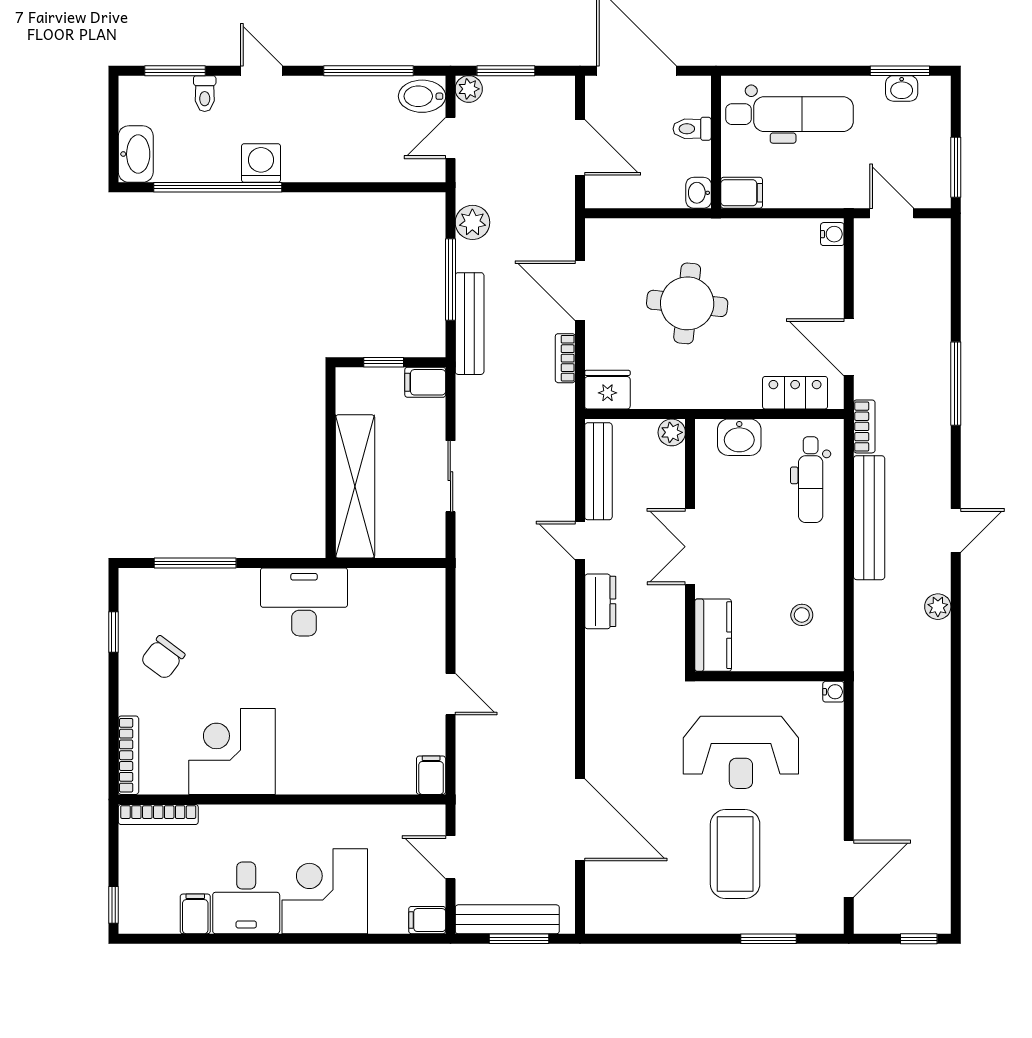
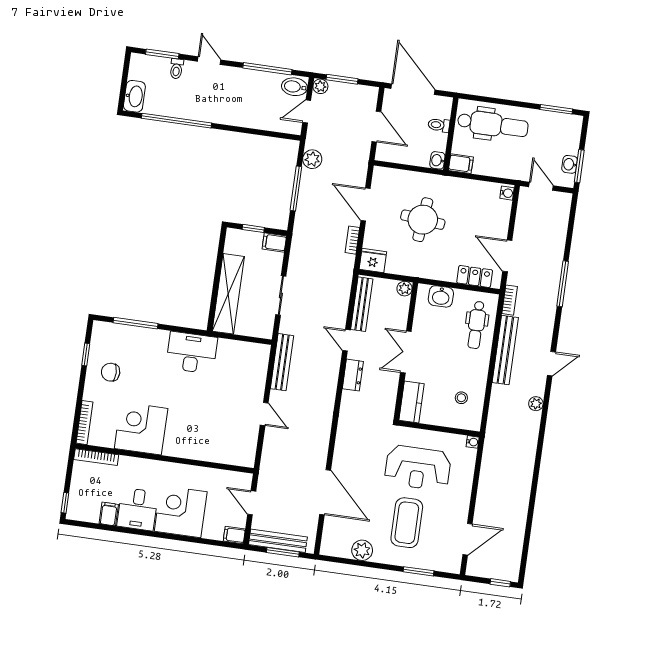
washbasin: (902, 88) -> (570, 164), moved, turned 90
washing machine: (261, 163) -> (202, 111), removed
bench: (470, 324) -> (282, 362), moved
chair: (163, 658) -> (111, 372), turned 53
filing cabinet: (431, 775) -> (247, 457), removed
plant: (662, 915) -> (362, 550), added

